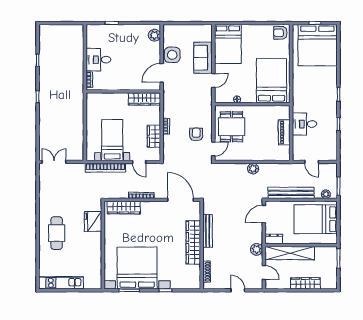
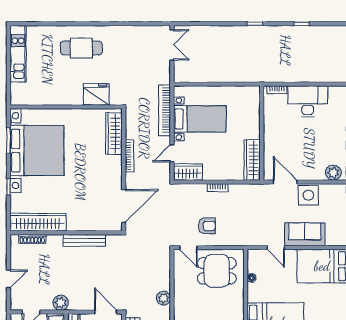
desk: (98, 60) -> (308, 101), width x1.37
wardrobe: (154, 136) -> (188, 172), moved
wardrobe: (193, 242) -> (38, 222), moved

